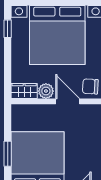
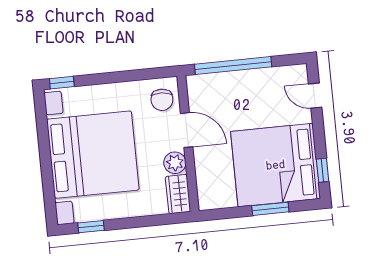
door: (68, 101) -> (187, 130), swing flipped

